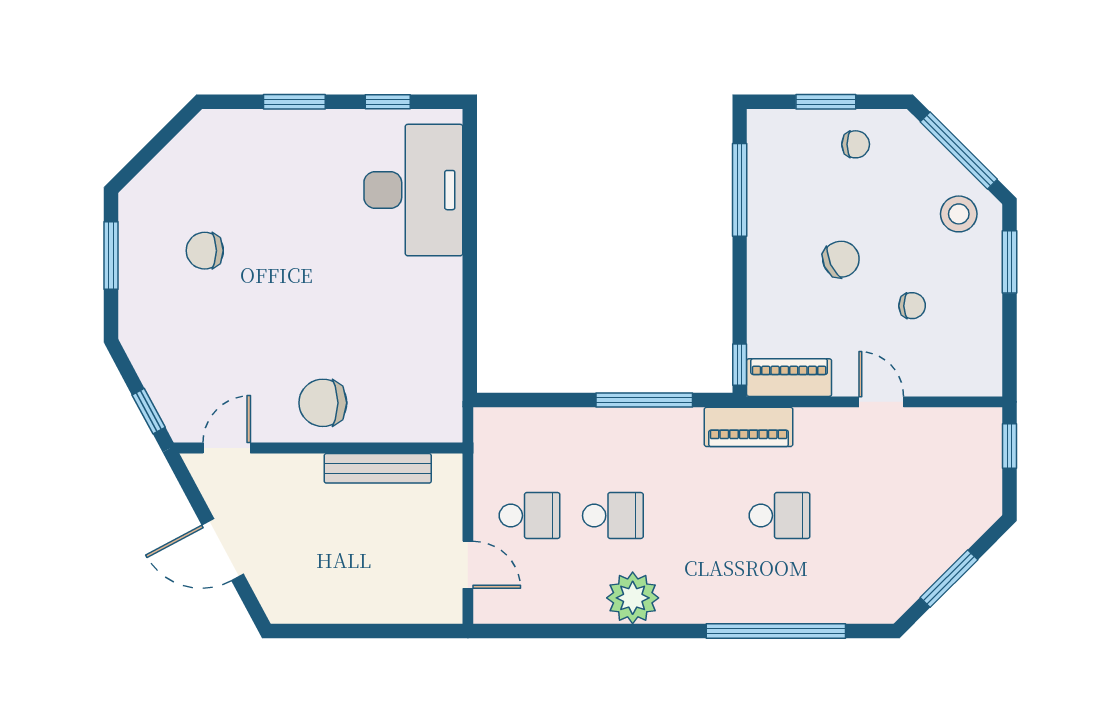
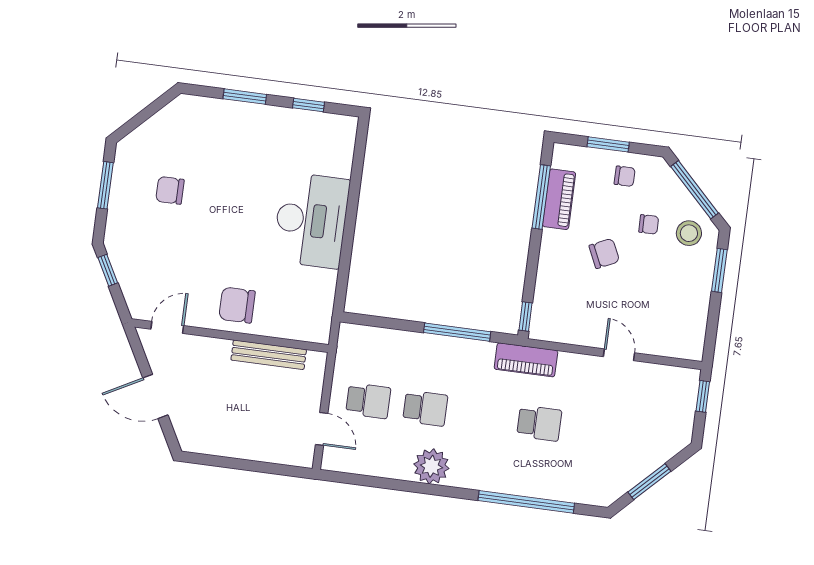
desk: (413, 190) -> (311, 220), moved
chair: (912, 306) -> (649, 224), moved
piano: (789, 378) -> (559, 199), moved, turned 90
window: (149, 411) -> (108, 270), moved

